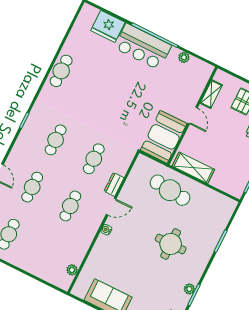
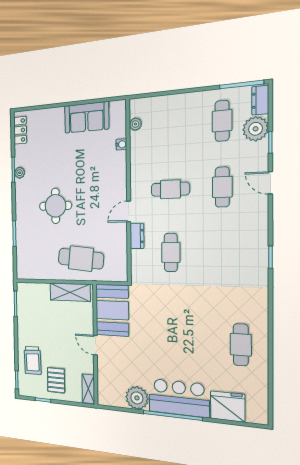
plant: (184, 57) -> (137, 398), width x1.87, depth x1.87
cafe table: (61, 71) -> (241, 345), moved
shelving: (211, 94) -> (88, 389), moved
cafe table: (56, 140) -> (223, 253), removed
cafe table: (70, 206) -> (170, 189), turned 90
water cooler: (106, 230) -> (121, 144), moved

